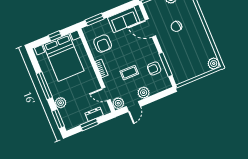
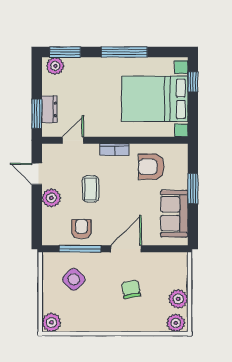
window: (95, 19) -> (193, 189), moved
door: (150, 28) -> (126, 249), moved
window: (55, 36) -> (193, 82), moved
side table: (184, 61) -> (74, 279), added
plant: (61, 103) -> (55, 66), moved
plant: (118, 103) -> (51, 153), removed
window: (89, 125) -> (37, 114), moved

